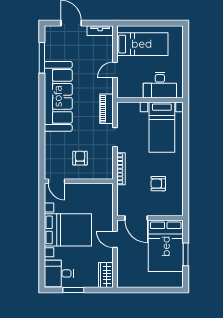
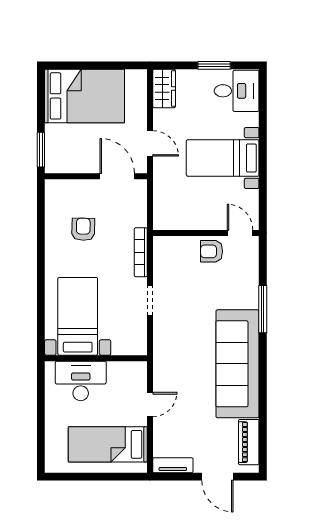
window: (42, 58) -> (263, 309), moved
piano: (107, 109) -> (249, 442), moved, turned 180
armchair: (80, 158) -> (212, 251), moved, turned 90
armchair: (158, 184) -> (83, 229), turned -89
bed with nightstands: (68, 230) -> (223, 158), width x0.73
bed: (166, 246) -> (85, 96), moved, turned 90
window: (186, 254) -> (41, 150), moved

